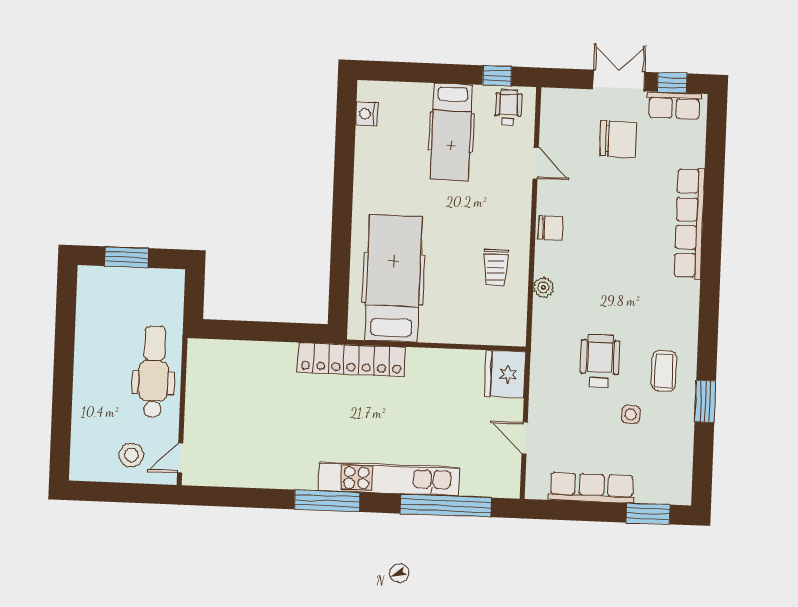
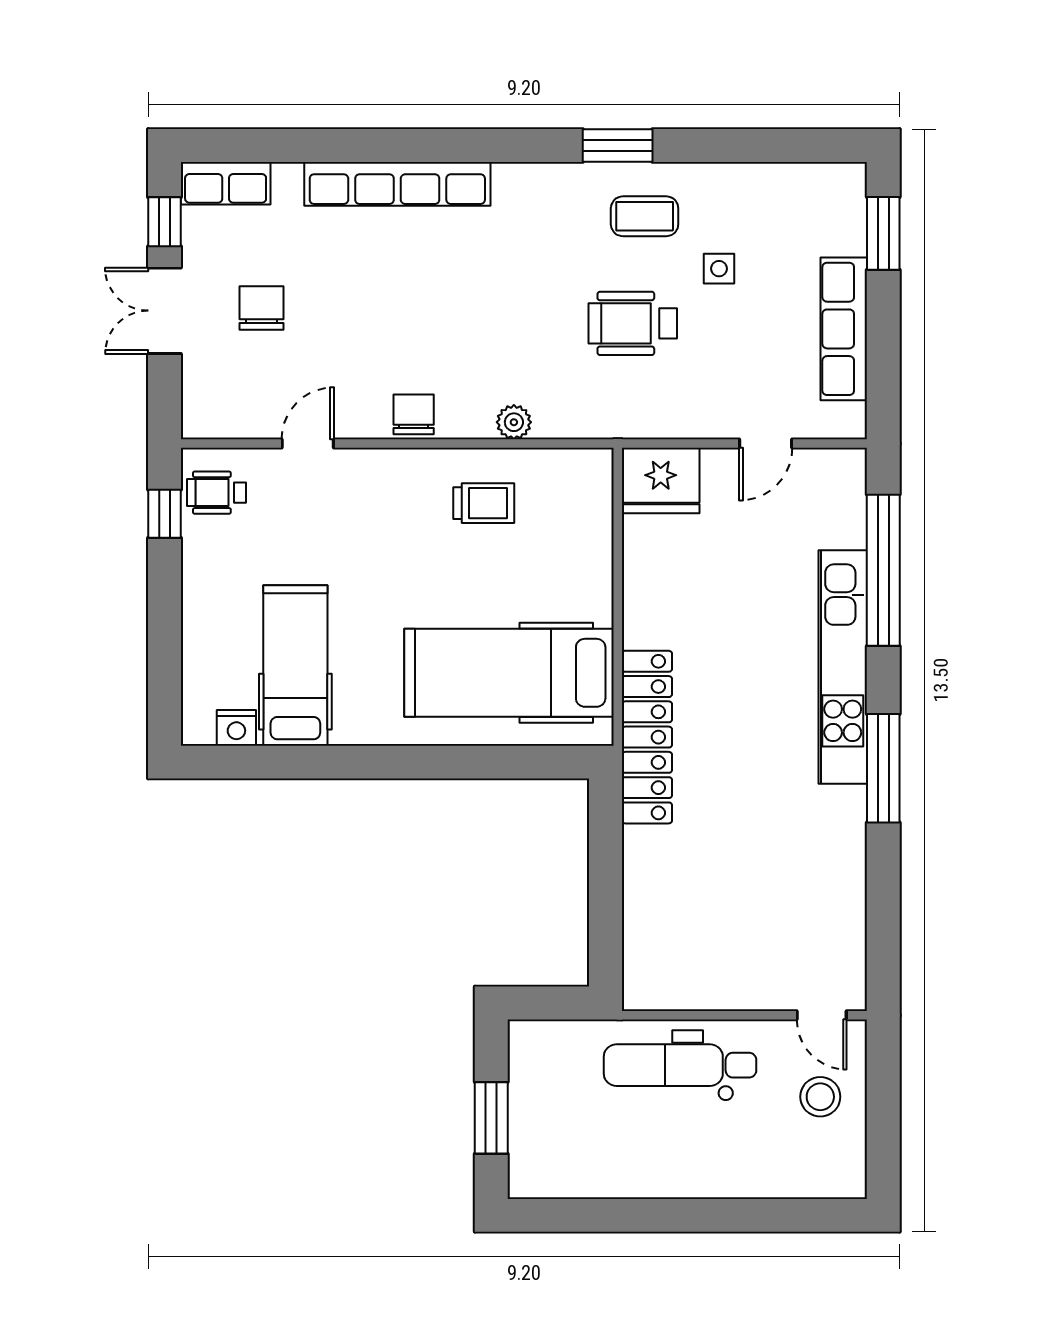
row of seats: (674, 105) -> (226, 183), moved, turned 90
hospital bed: (451, 132) -> (295, 666), moved, turned -90
chair: (618, 139) -> (262, 308), width x0.73, depth x0.73
window: (705, 401) -> (618, 145), moved

